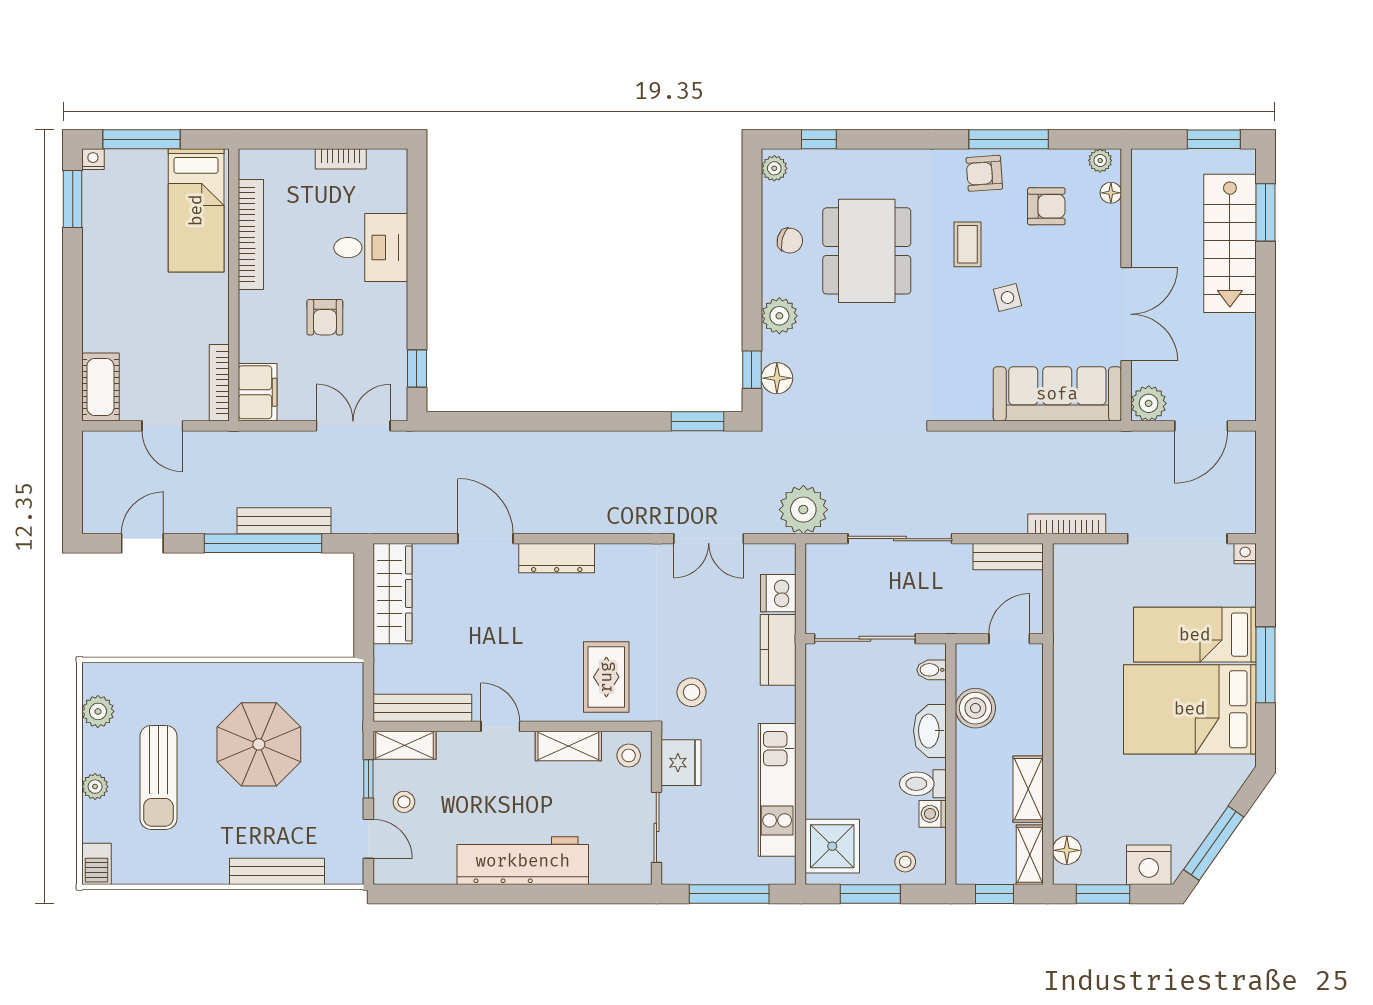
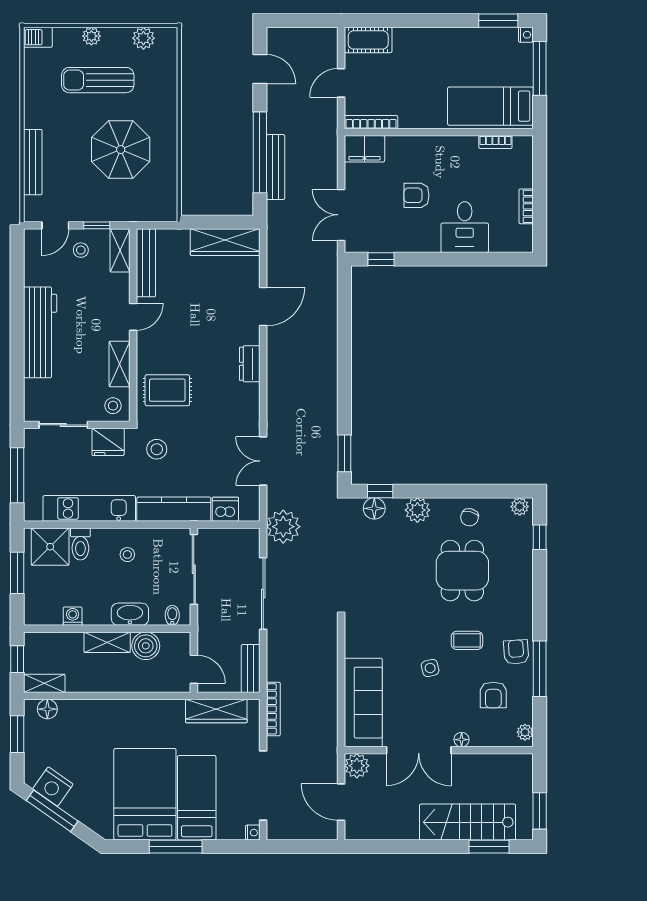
floor lamp: (1111, 193) -> (462, 740), moved
bookcase: (251, 234) -> (495, 142), width x0.43, depth x0.76
dining table: (867, 251) -> (462, 571), width x0.73
double door: (353, 426) -> (341, 215), swing flipped
dresser: (557, 558) -> (250, 364), width x0.70
wardrobe: (1070, 606) -> (216, 711), added
kitchen counter: (778, 650) -> (174, 509), width x1.50
toilet: (923, 784) -> (80, 544), moved, turned 180
shelving: (1028, 789) -> (107, 642), moved
stool: (905, 862) -> (127, 555), moved
nightstand: (1149, 865) -> (53, 787), moved, turned -55

